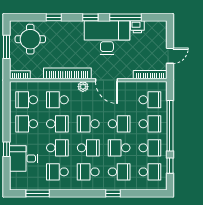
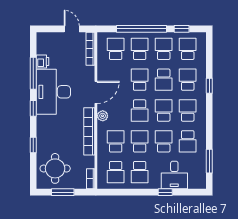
school desk: (57, 100) -> (116, 141), turned 180
school desk: (88, 172) -> (188, 111), turned 180

